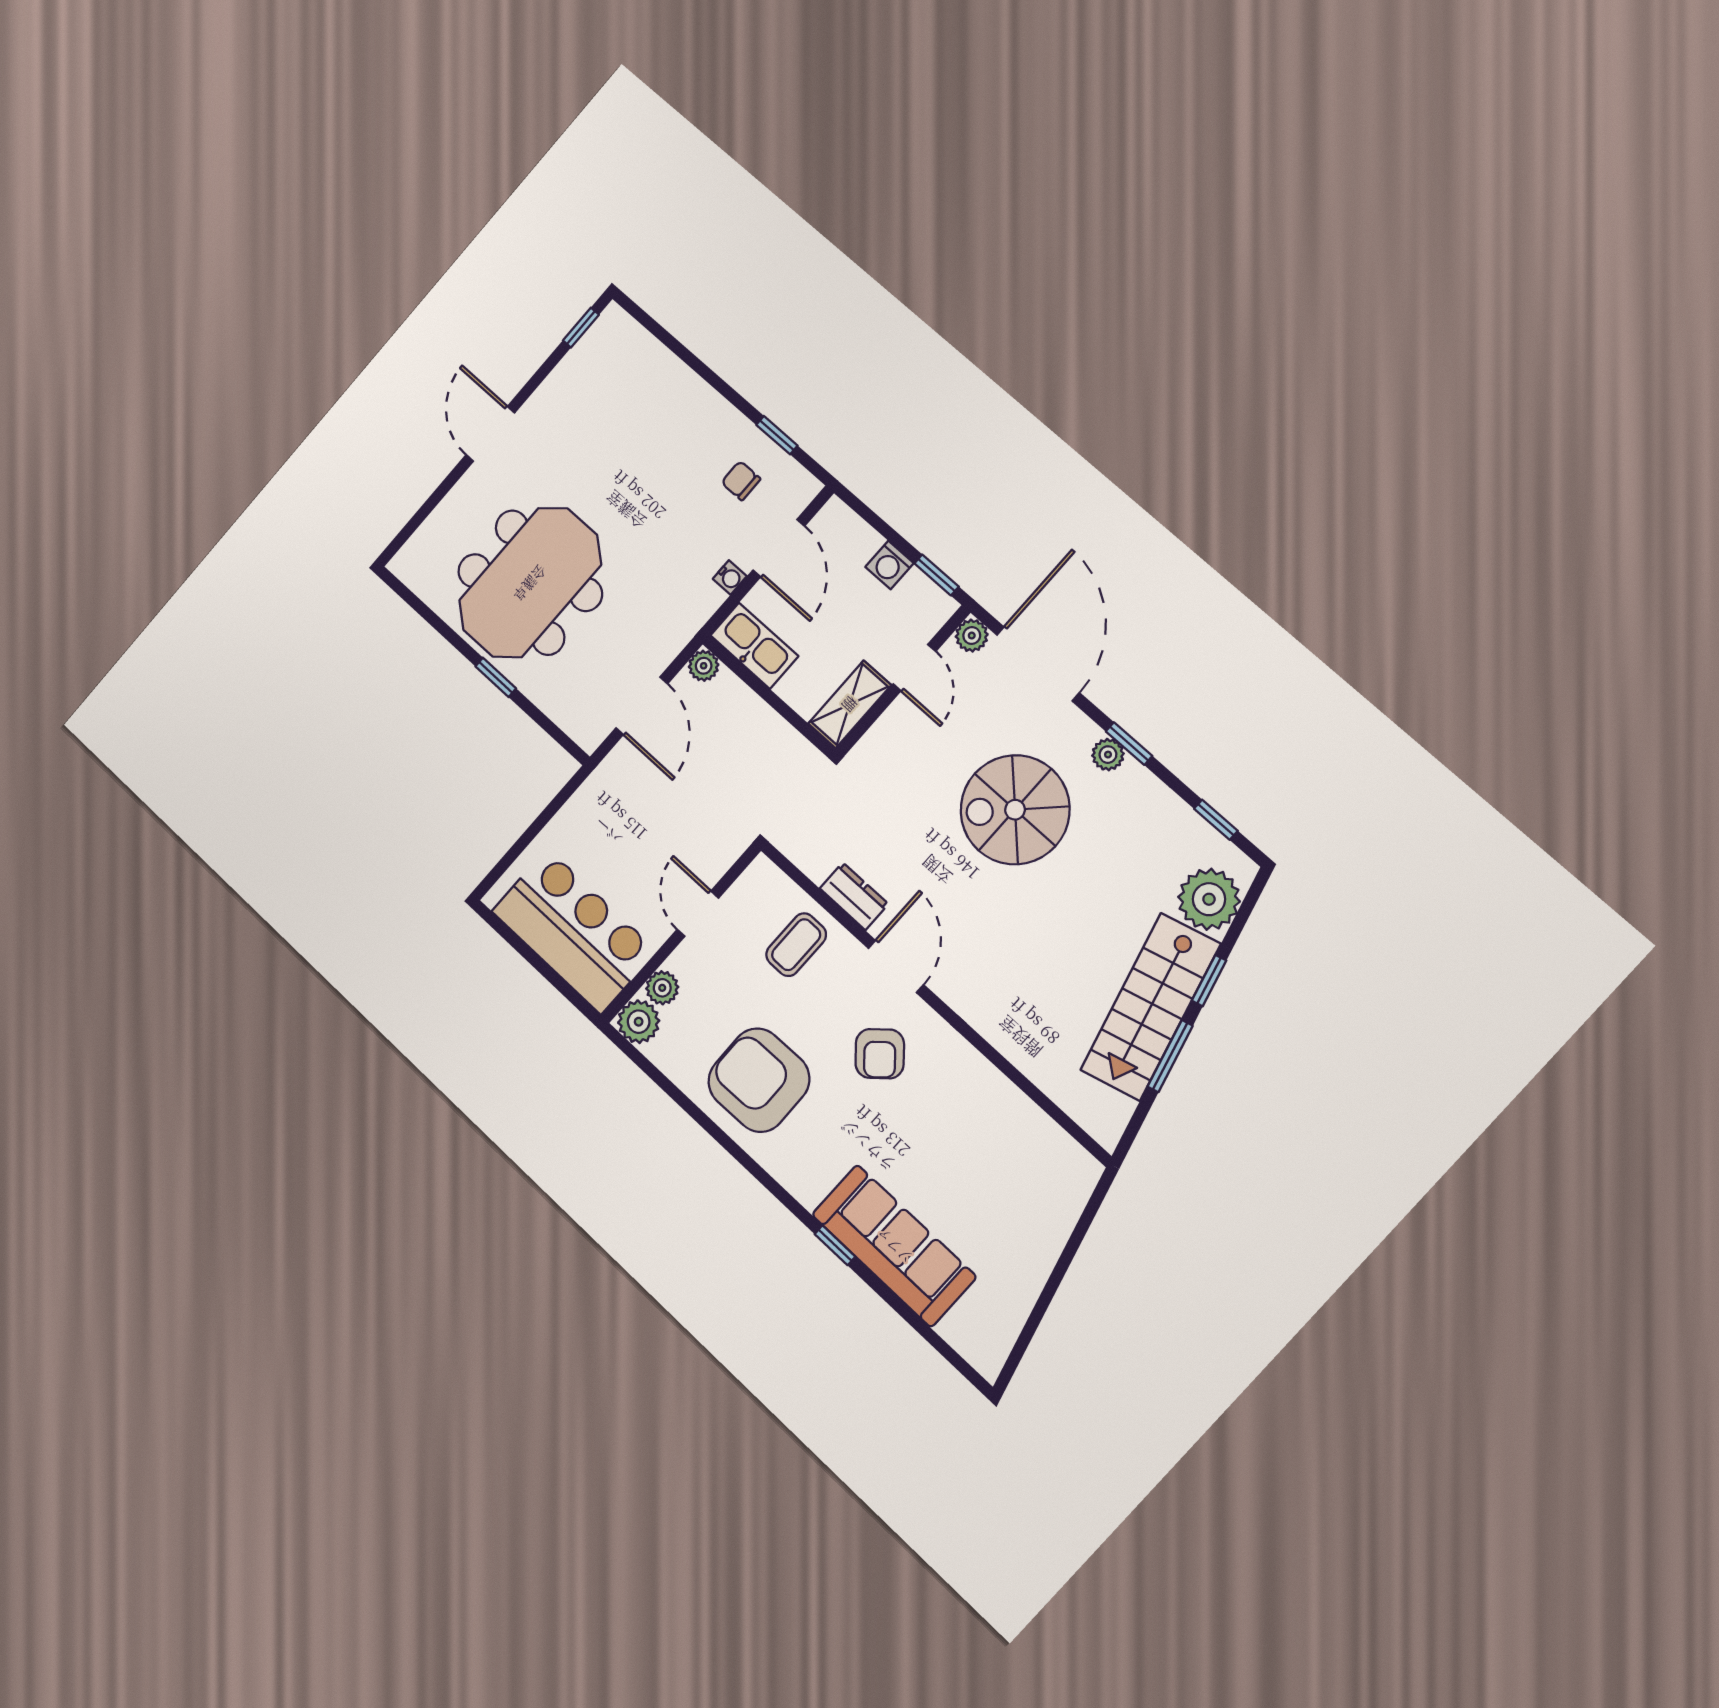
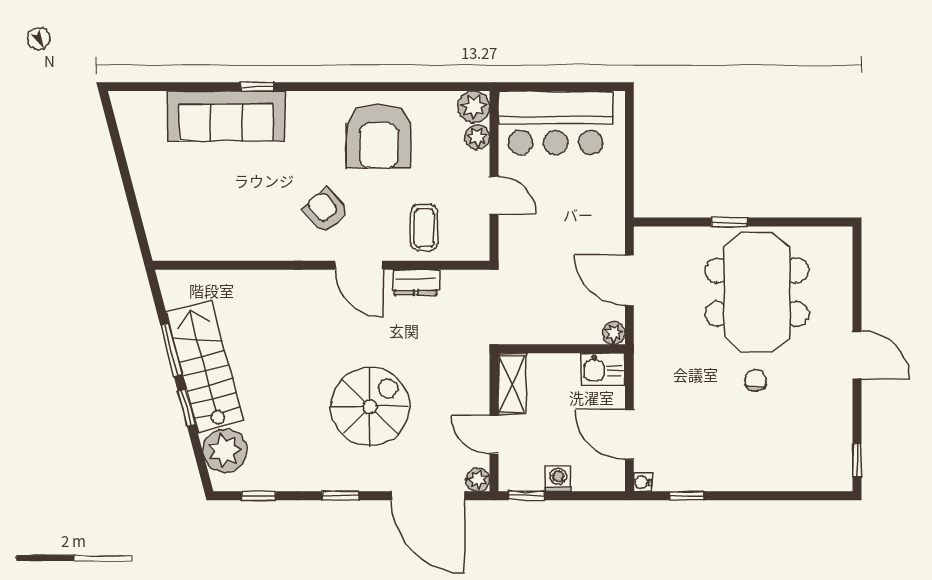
chair: (741, 481) -> (756, 380), moved, turned -90
water cooler: (730, 577) -> (643, 482), moved
kitchen sink: (754, 646) -> (603, 369), width x0.73
plant: (1108, 755) -> (347, 480), removed
armchair: (759, 1080) -> (379, 136), turned 91

